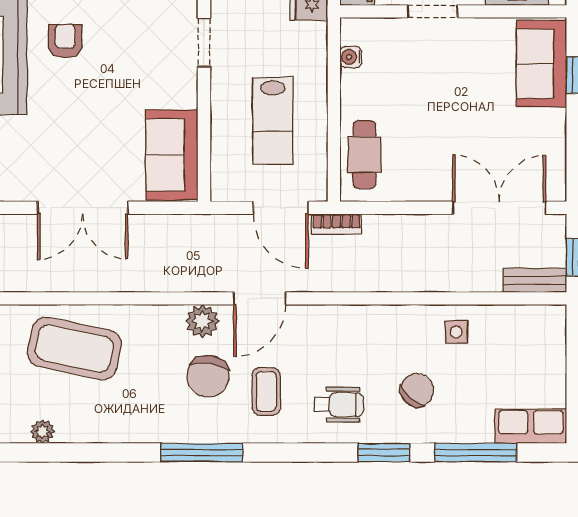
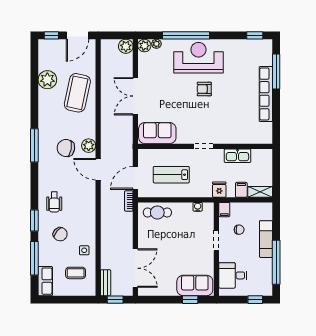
armchair: (65, 41) -> (204, 89), turned 180
coffee table: (266, 391) -> (76, 273), moved
plant: (43, 432) -> (47, 80), width x1.87, depth x1.87

